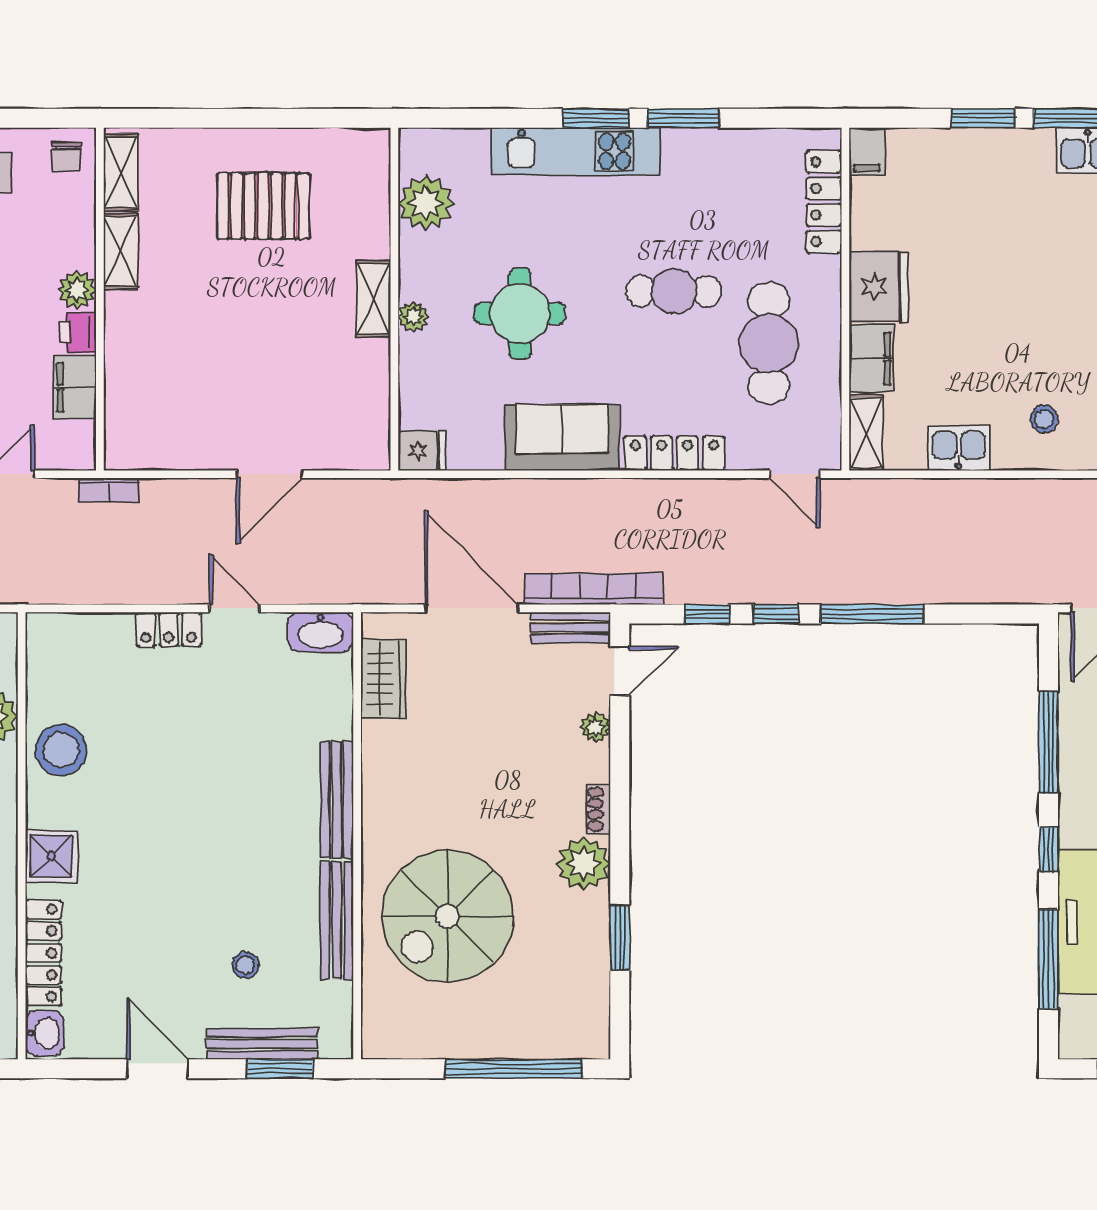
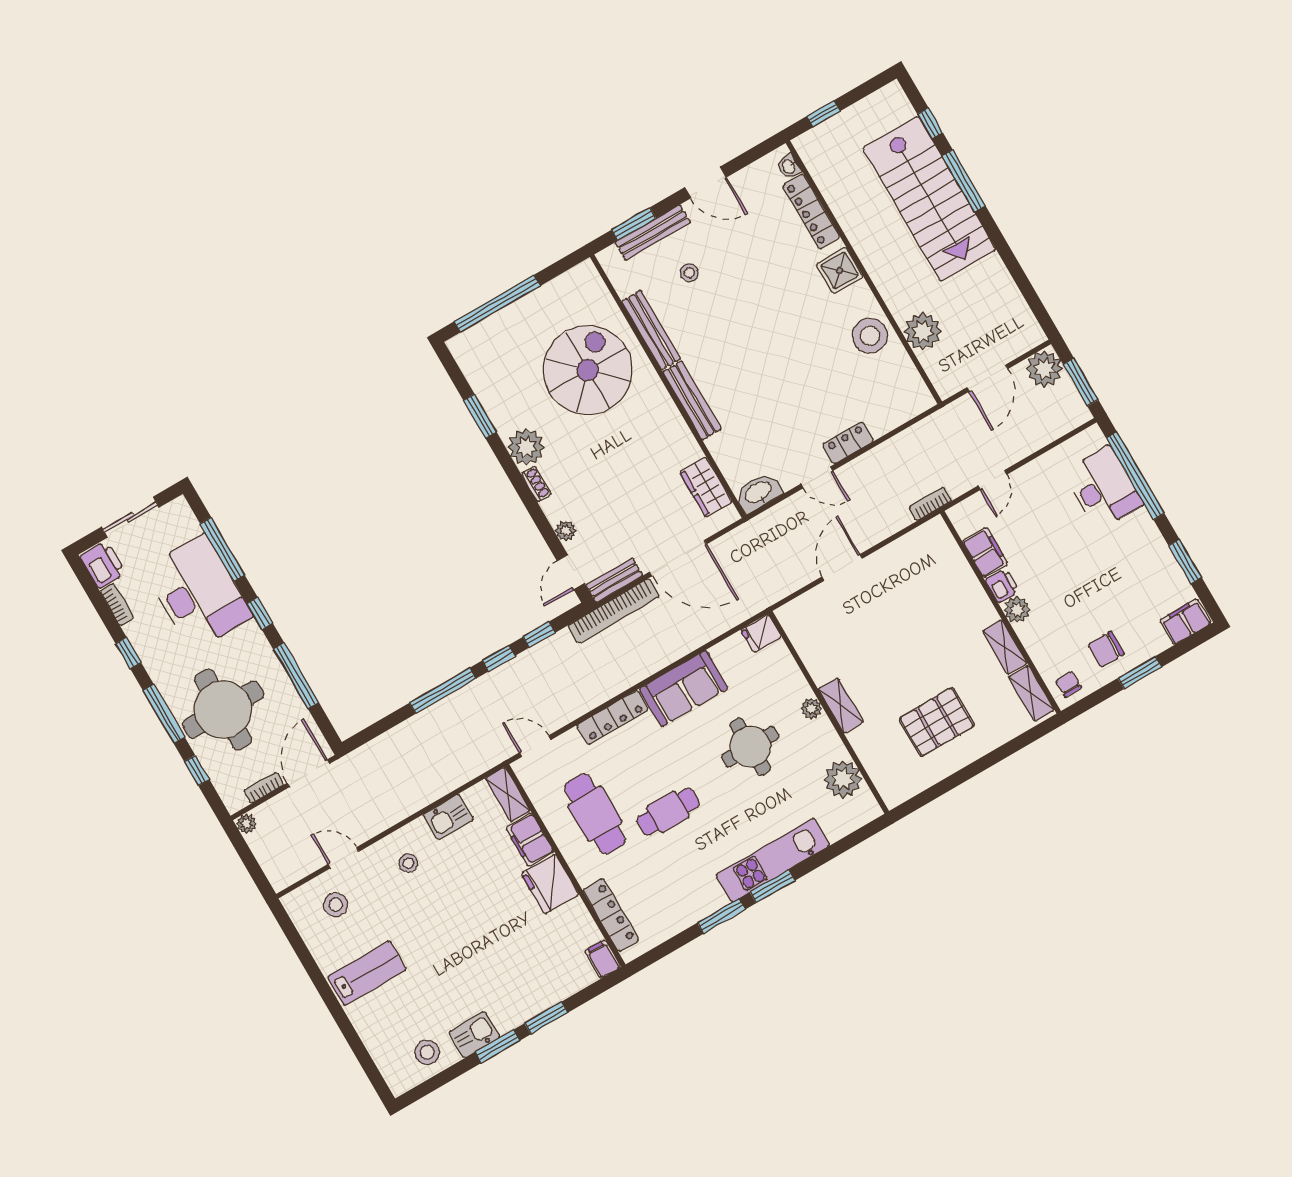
washbasin: (45, 1033) -> (789, 166), width x0.72, depth x0.69

